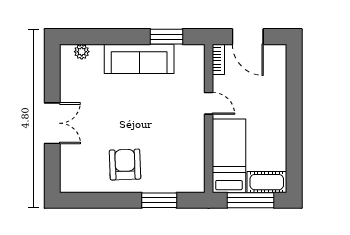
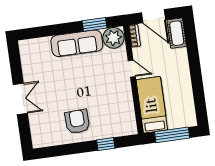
plant: (82, 52) -> (113, 38), moved, width x1.88, depth x1.88
cot: (267, 182) -> (177, 33), moved, turned 90
window: (159, 200) -> (106, 144), width x0.67

